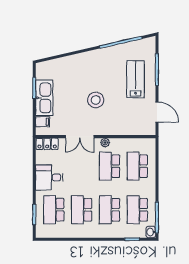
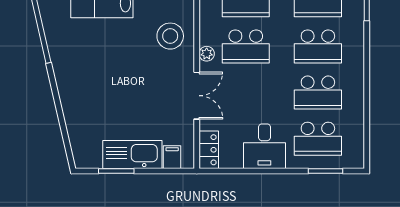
stool: (96, 100) -> (170, 36), moved

